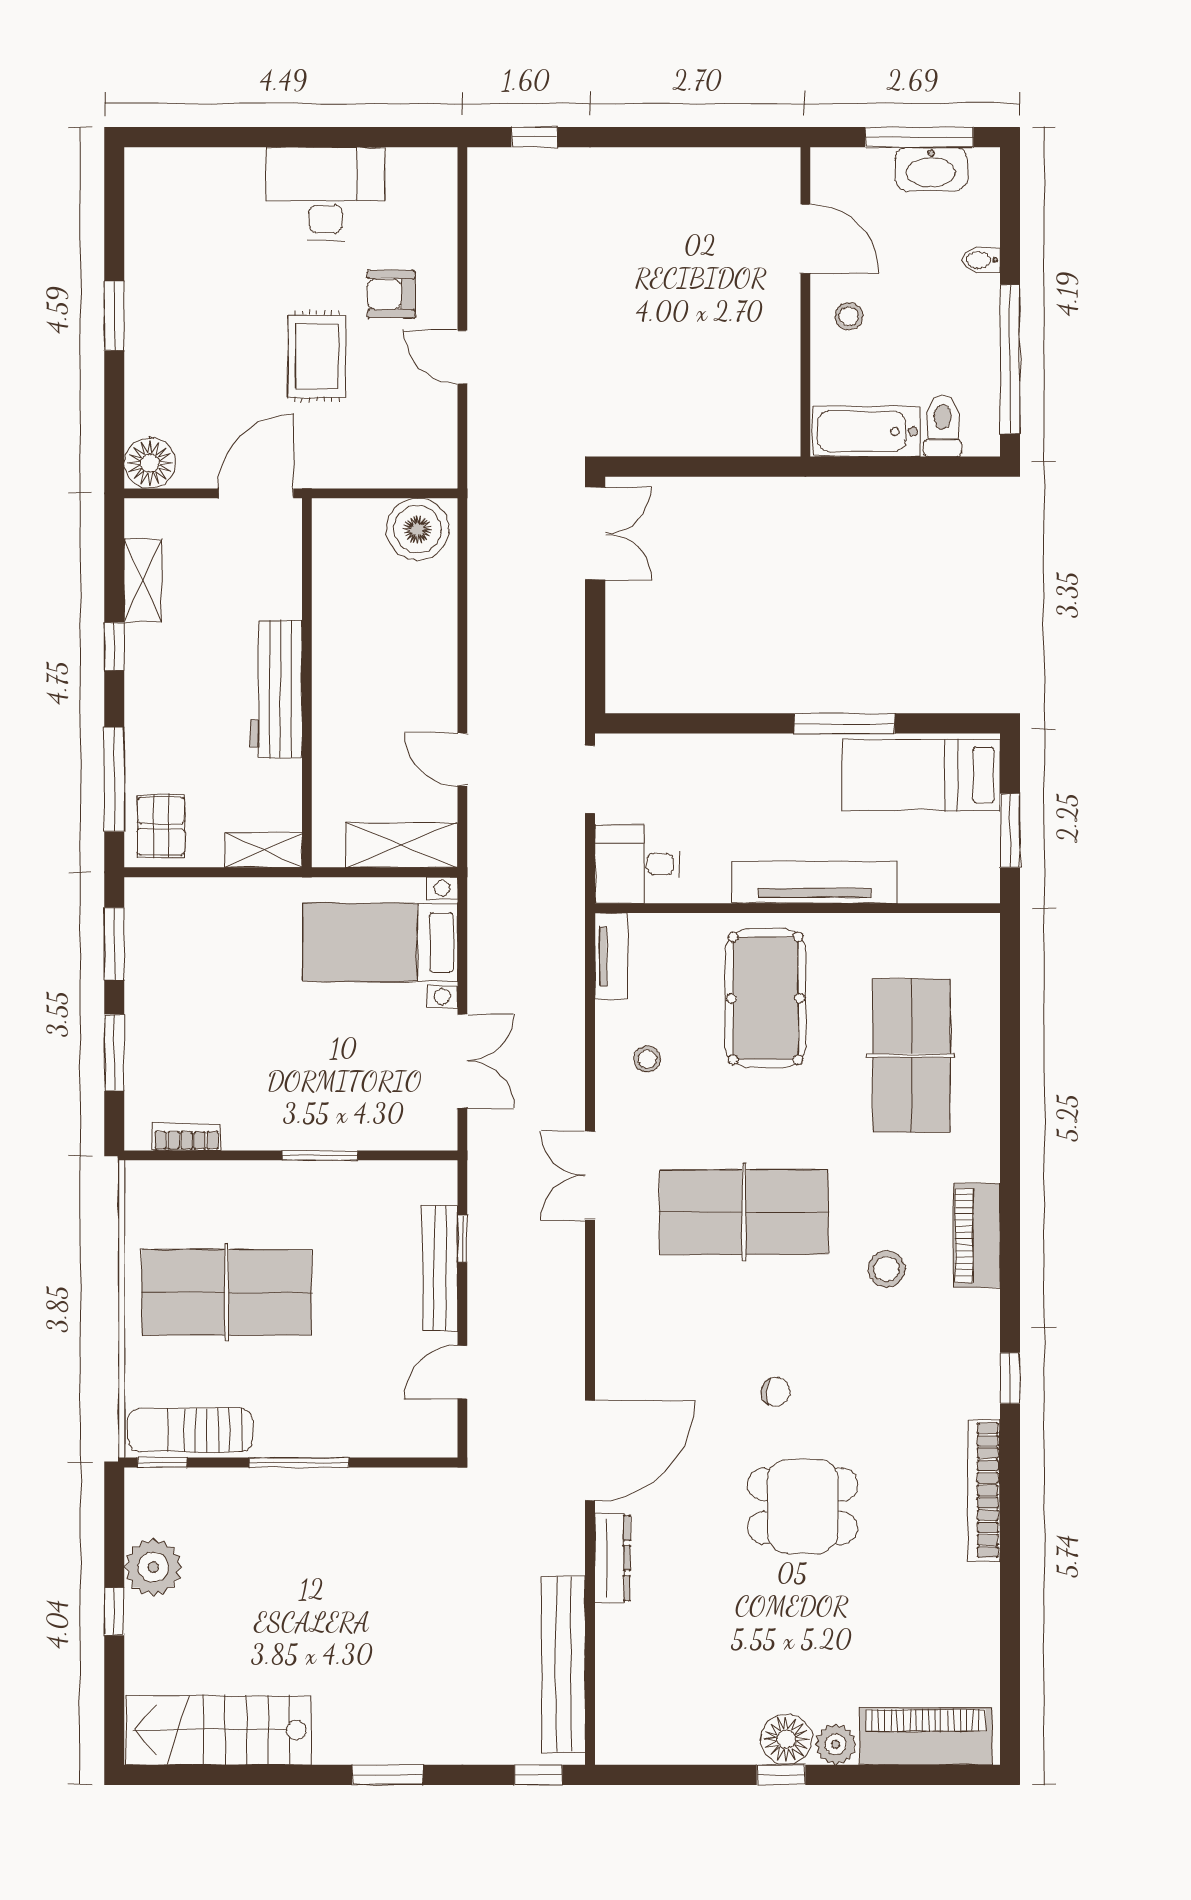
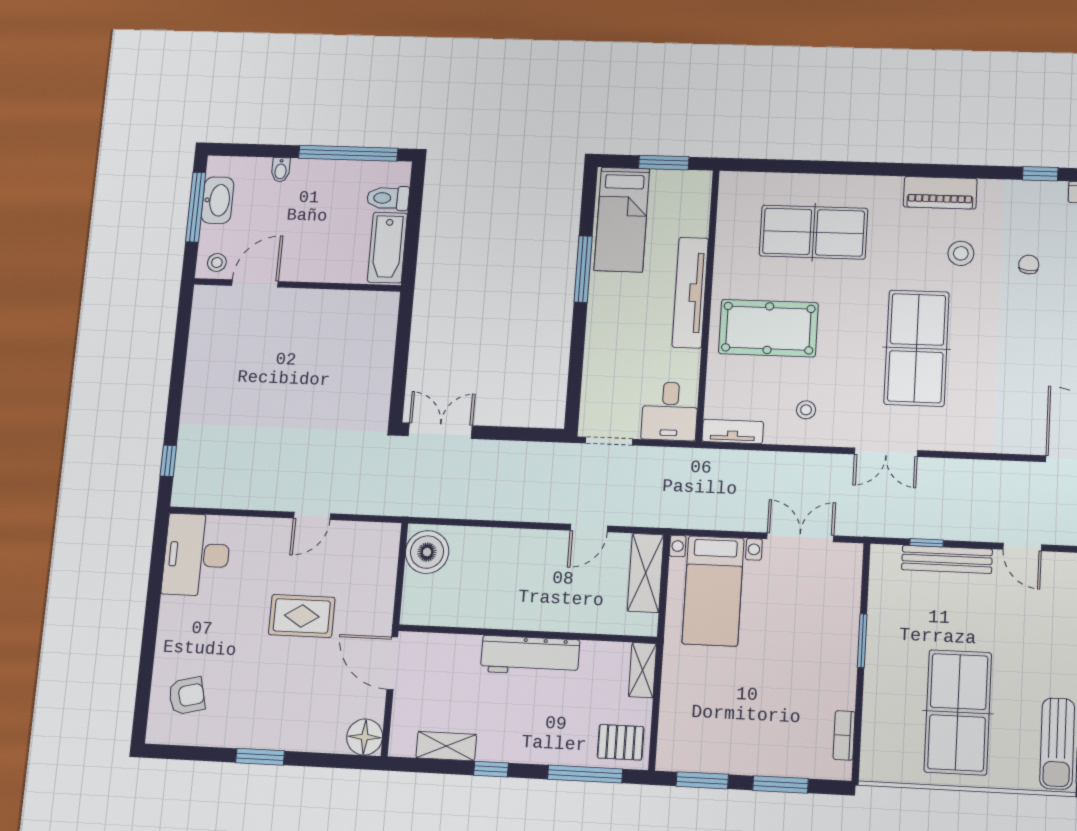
desk: (326, 194) -> (197, 555), moved
armchair: (391, 294) -> (187, 696), moved, turned -104
stool: (849, 316) -> (217, 263), moved
chair: (776, 1392) -> (1029, 265), moved

